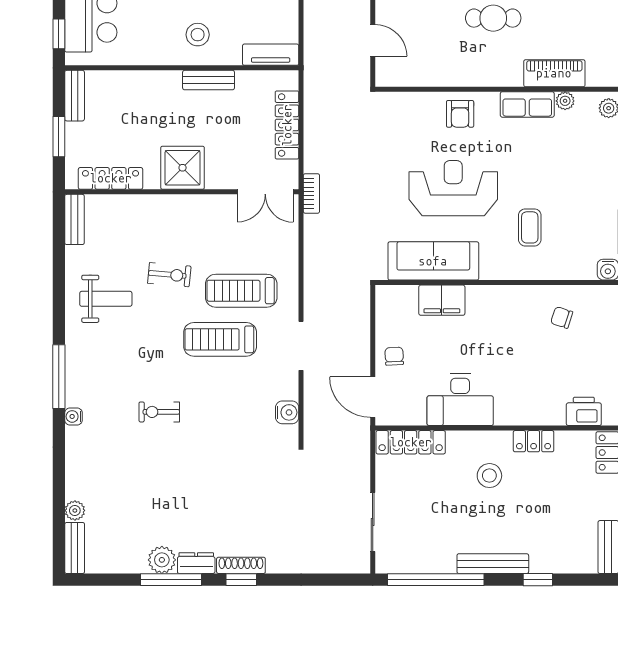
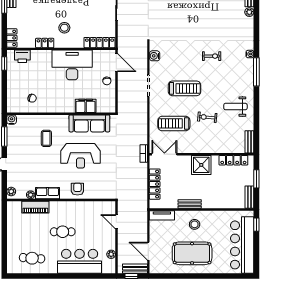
treadmill: (241, 291) -> (174, 123), moved, turned 180
desk: (460, 400) -> (72, 65), width x1.36, depth x1.30

